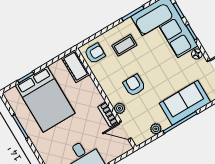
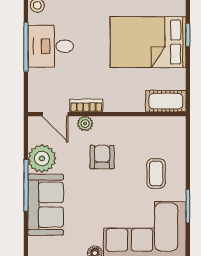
armchair: (95, 53) -> (167, 133), removed
armchair: (134, 85) -> (102, 157), turned -90
plant: (156, 129) -> (42, 158), width x1.88, depth x1.88
door: (125, 131) -> (55, 114), swing flipped

